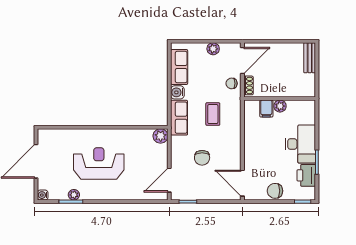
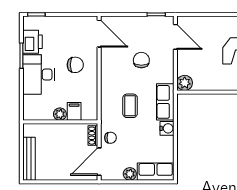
bench: (310, 58) -> (29, 159), width x1.36
row of seats: (179, 67) -> (156, 172), moved, turned 90
door: (169, 180) -> (175, 37), hinge flipped
chair: (275, 191) -> (75, 65), moved

